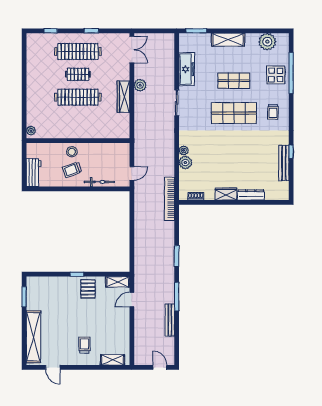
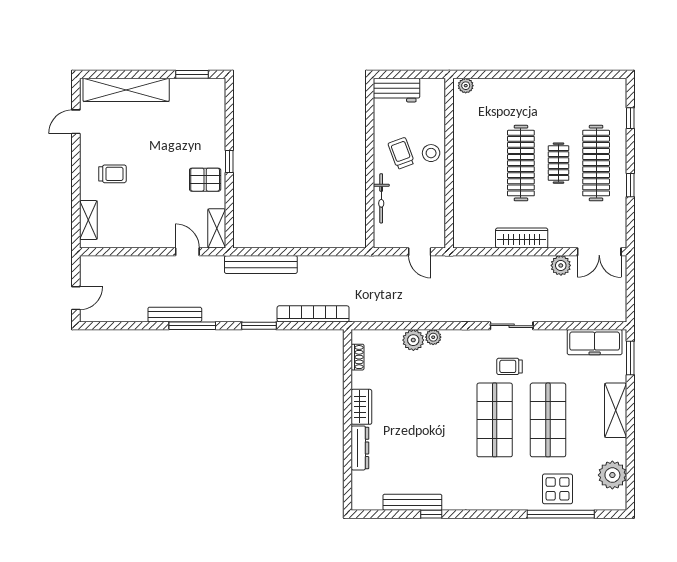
freezer: (187, 69) -> (595, 342), moved
shop shelf: (234, 81) -> (548, 420), width x1.43, depth x1.36
plant: (140, 85) -> (561, 265), moved
trolley: (273, 112) -> (510, 366), moved
door: (132, 173) -> (420, 252), moved
bookcase: (169, 199) -> (313, 314), moved
bench: (140, 255) -> (261, 265), added
bench: (170, 320) -> (175, 315), moved

